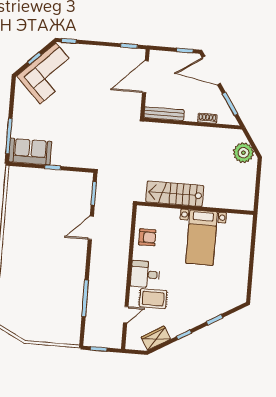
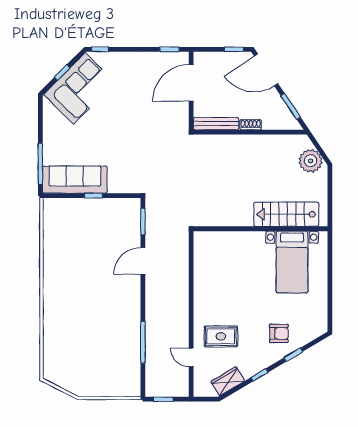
shoe rack: (207, 118) -> (251, 125), moved
sofa: (30, 152) -> (75, 180), width x1.36
stairs: (175, 194) -> (286, 214), moved
armchair: (147, 237) -> (279, 333), moved
bed with nightstands: (202, 238) -> (292, 262), moved
desk: (145, 274) -> (209, 309), removed
door: (126, 315) -> (191, 357), swing flipped

